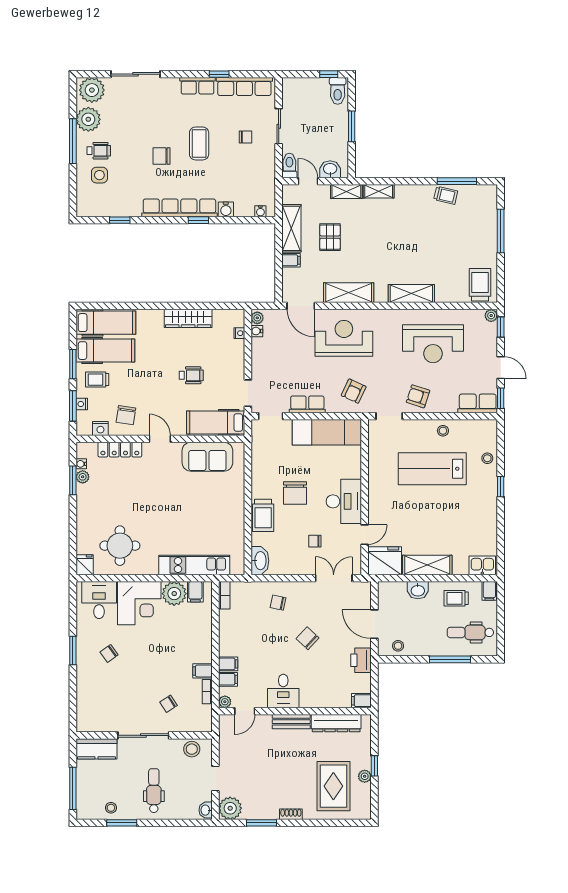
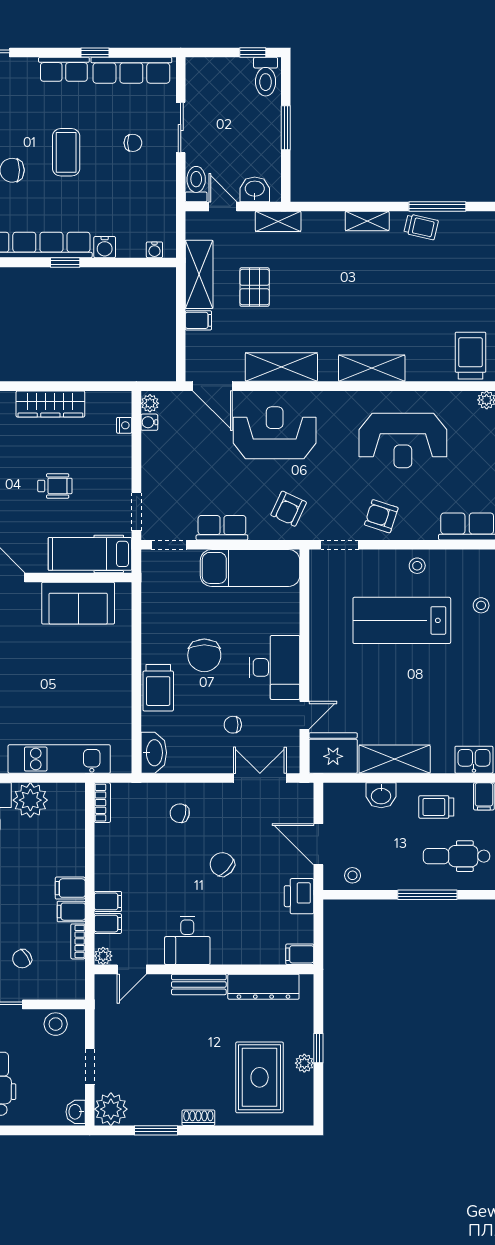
shelving: (379, 191) -> (367, 221), moved
filing cabinet: (195, 592) -> (70, 888), moved, turned 90

